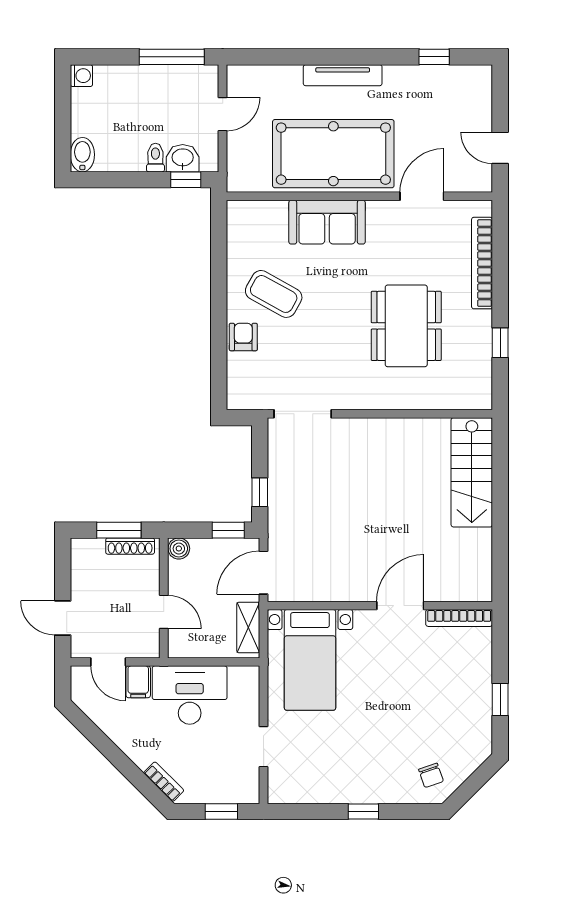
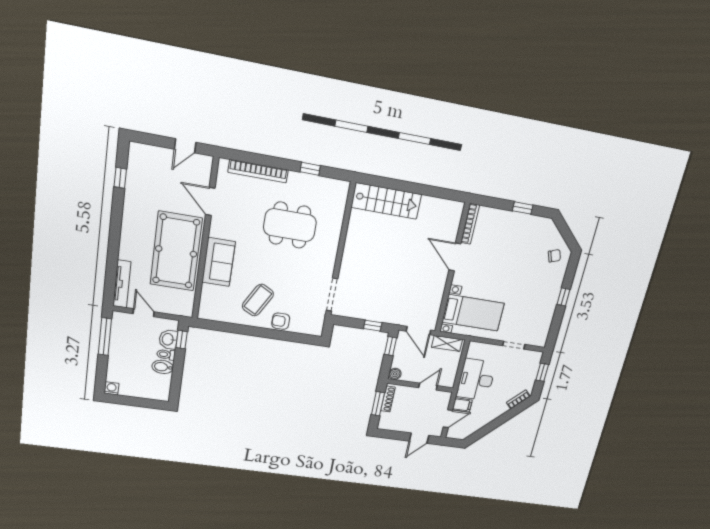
tv unit: (343, 75) -> (122, 284), moved
bidet: (82, 155) -> (163, 367), moved

